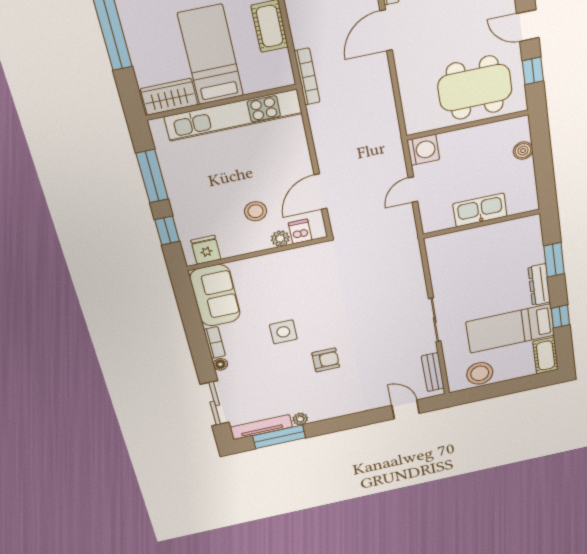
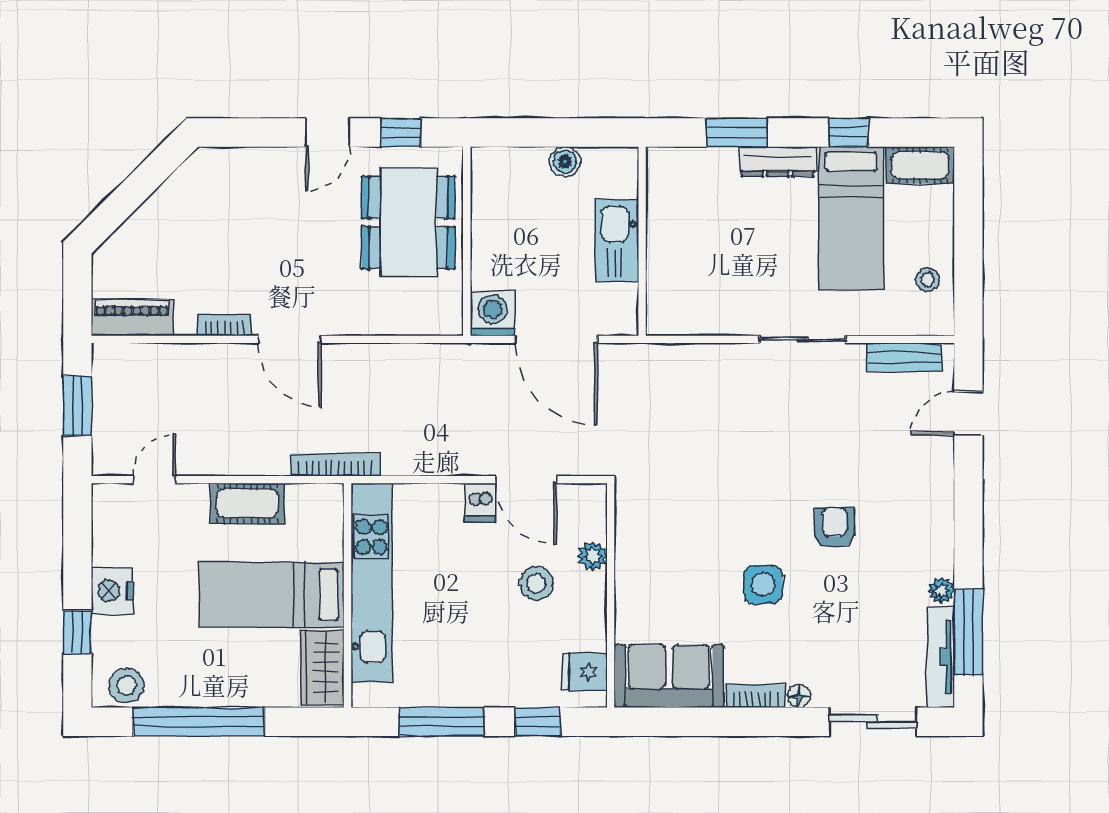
boiler: (523, 151) -> (565, 162), moved
door: (413, 190) -> (556, 339), width x1.88
dishwasher: (300, 231) -> (480, 503), moved, turned -90
stool: (480, 373) -> (927, 280), width x0.53, depth x0.53

